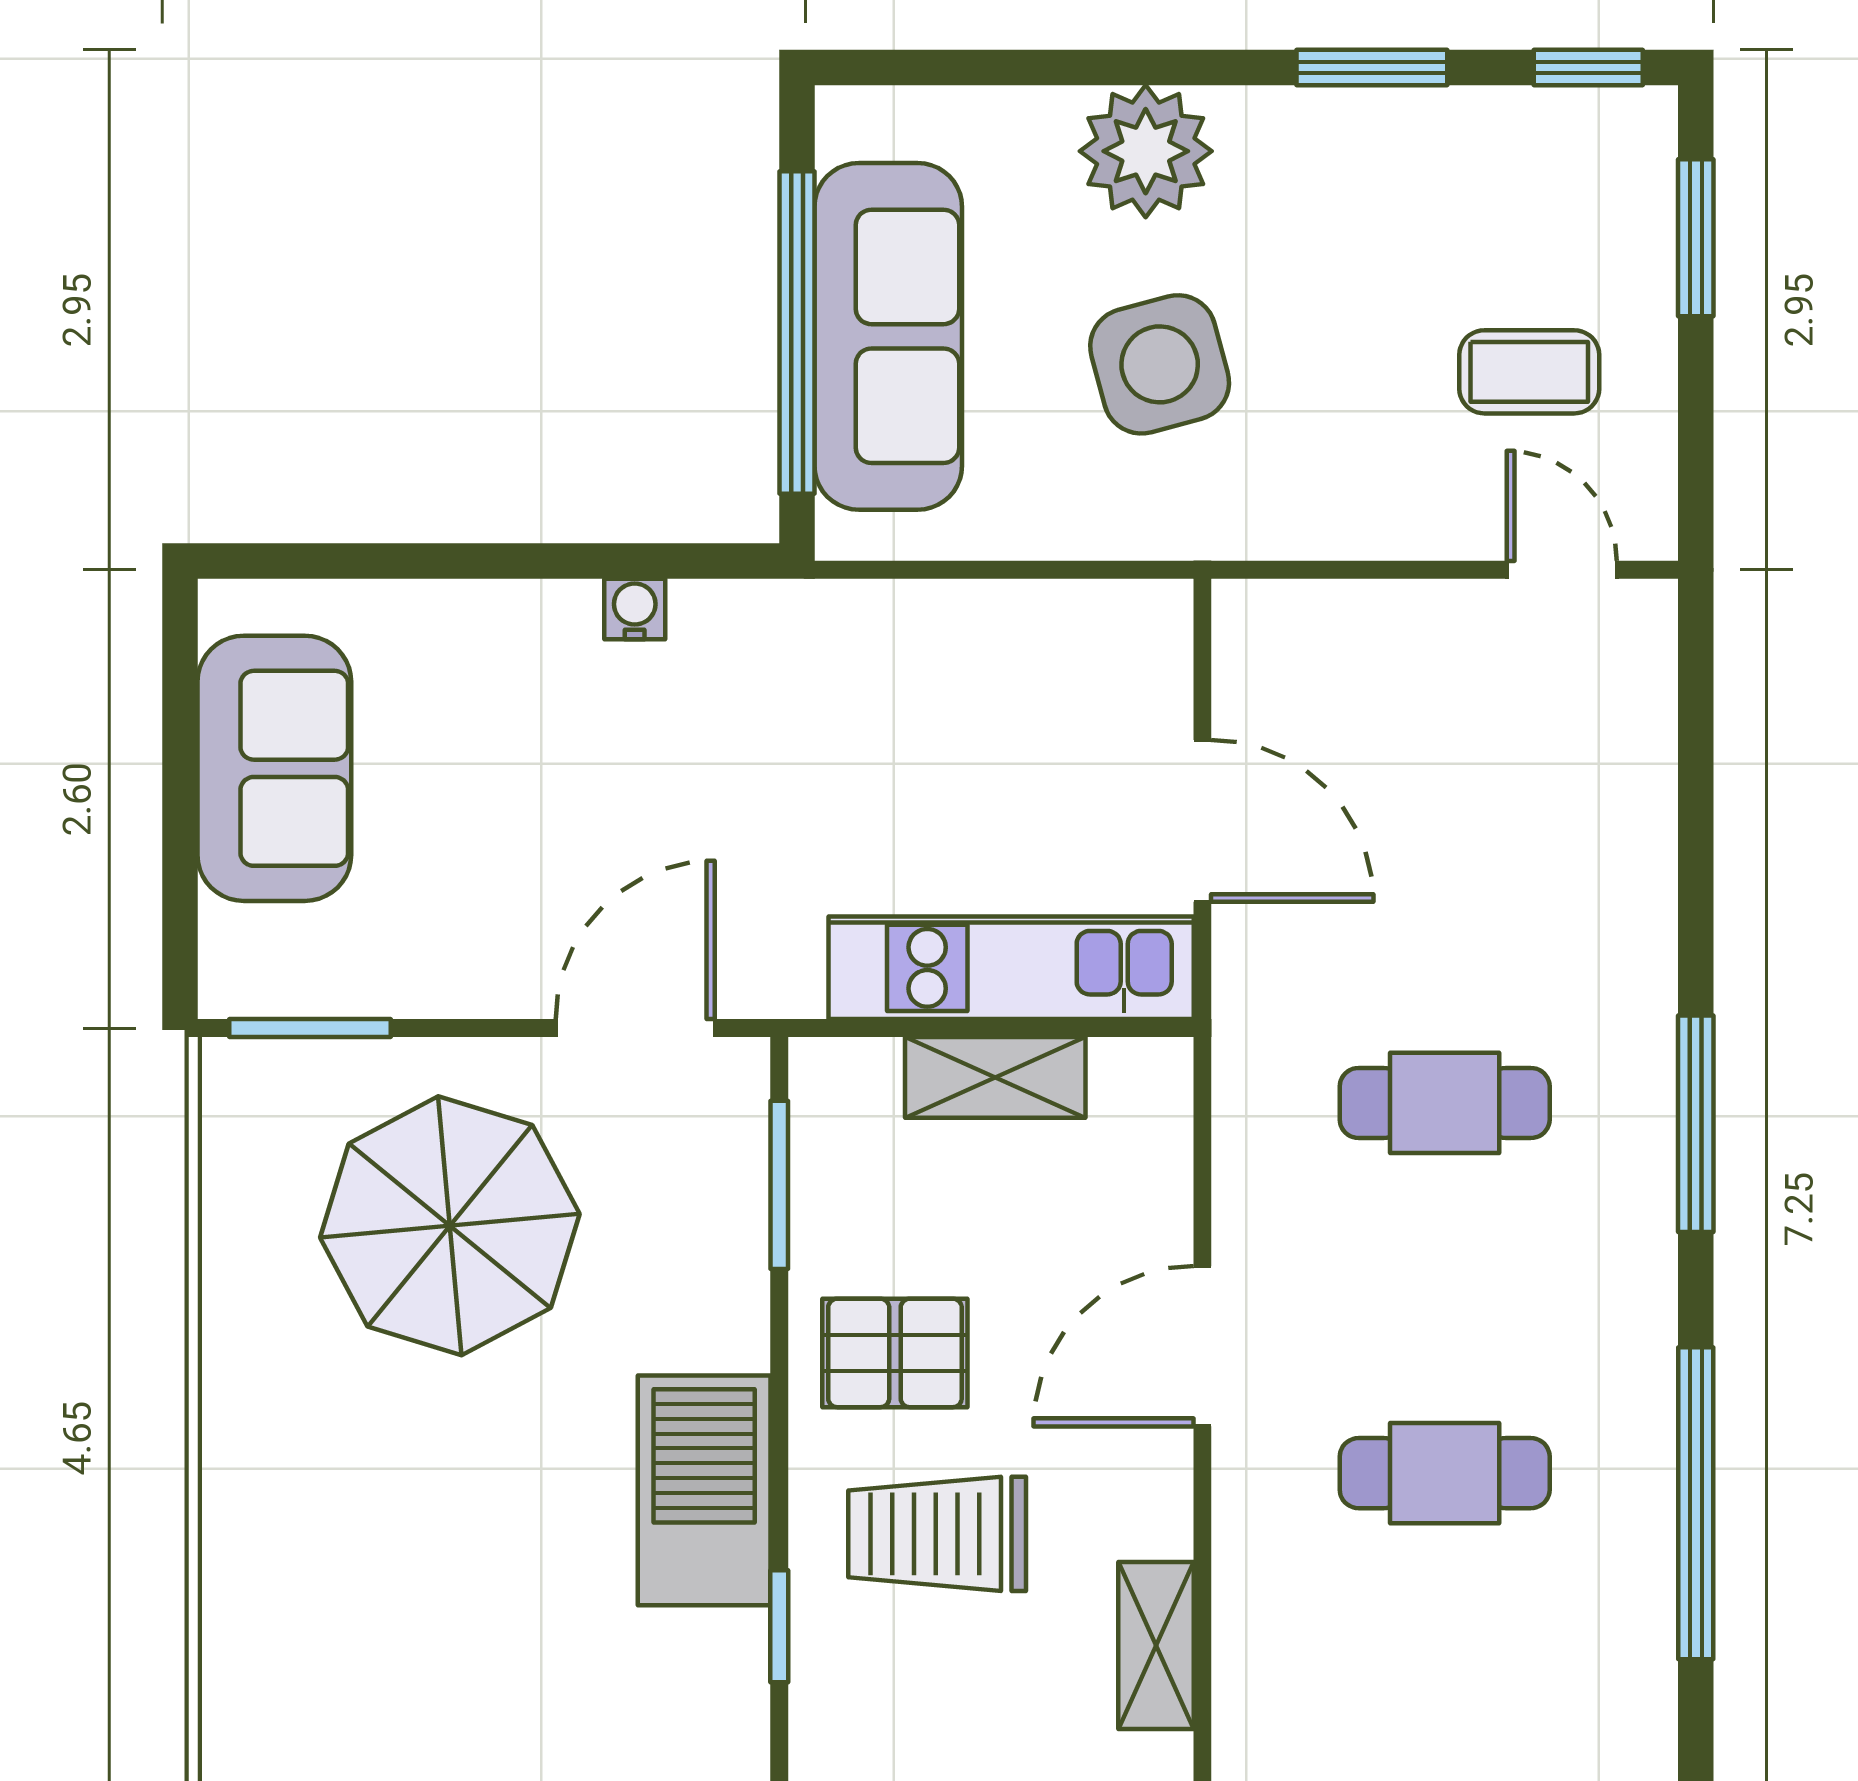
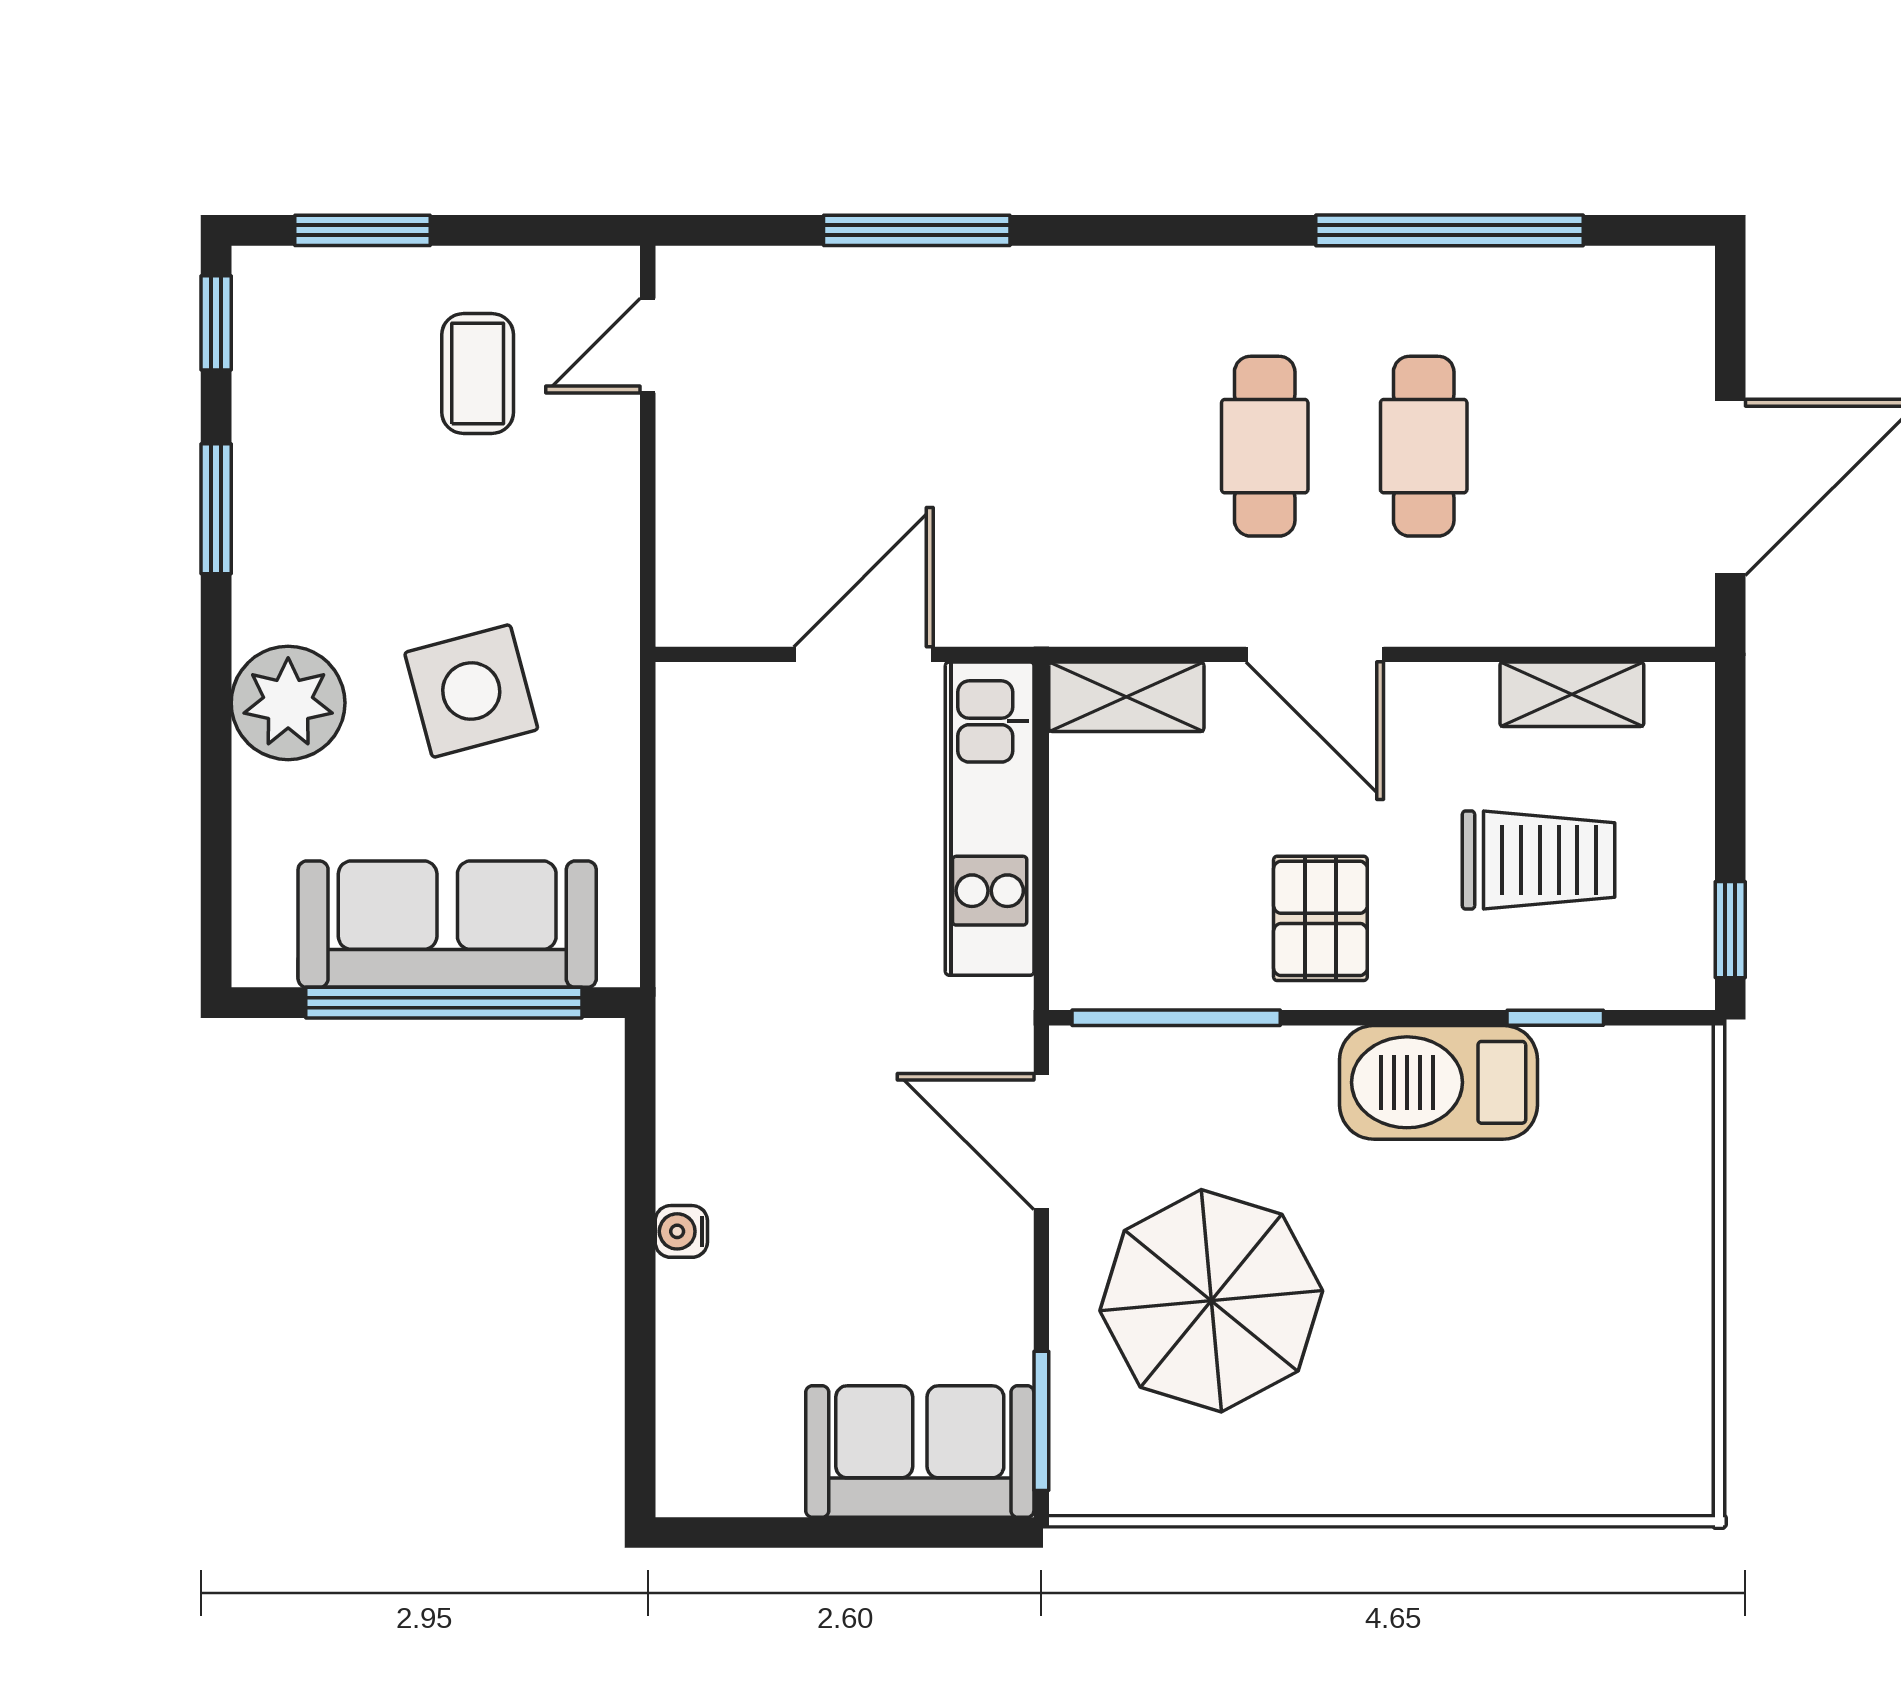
water cooler: (635, 609) -> (681, 1231), moved
sofa: (274, 768) -> (920, 1452), moved
shelving: (995, 1077) -> (1126, 697), moved, turned 90
cafe table: (1445, 1103) -> (1265, 446), moved
window: (1696, 1124) -> (917, 230), moved
window: (779, 1185) -> (1176, 1018), width x1.44
trolley: (937, 1534) -> (1539, 860), moved, turned -90

